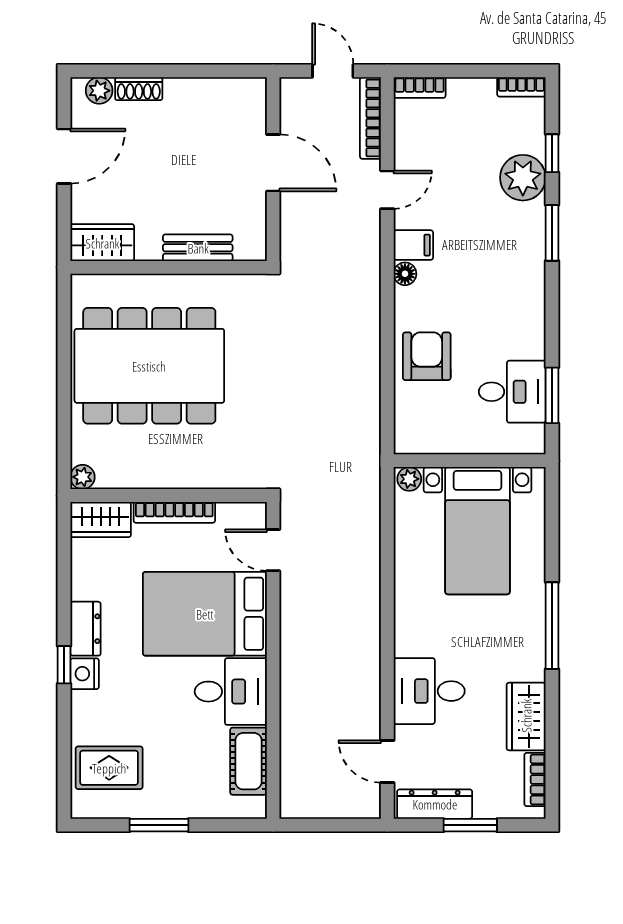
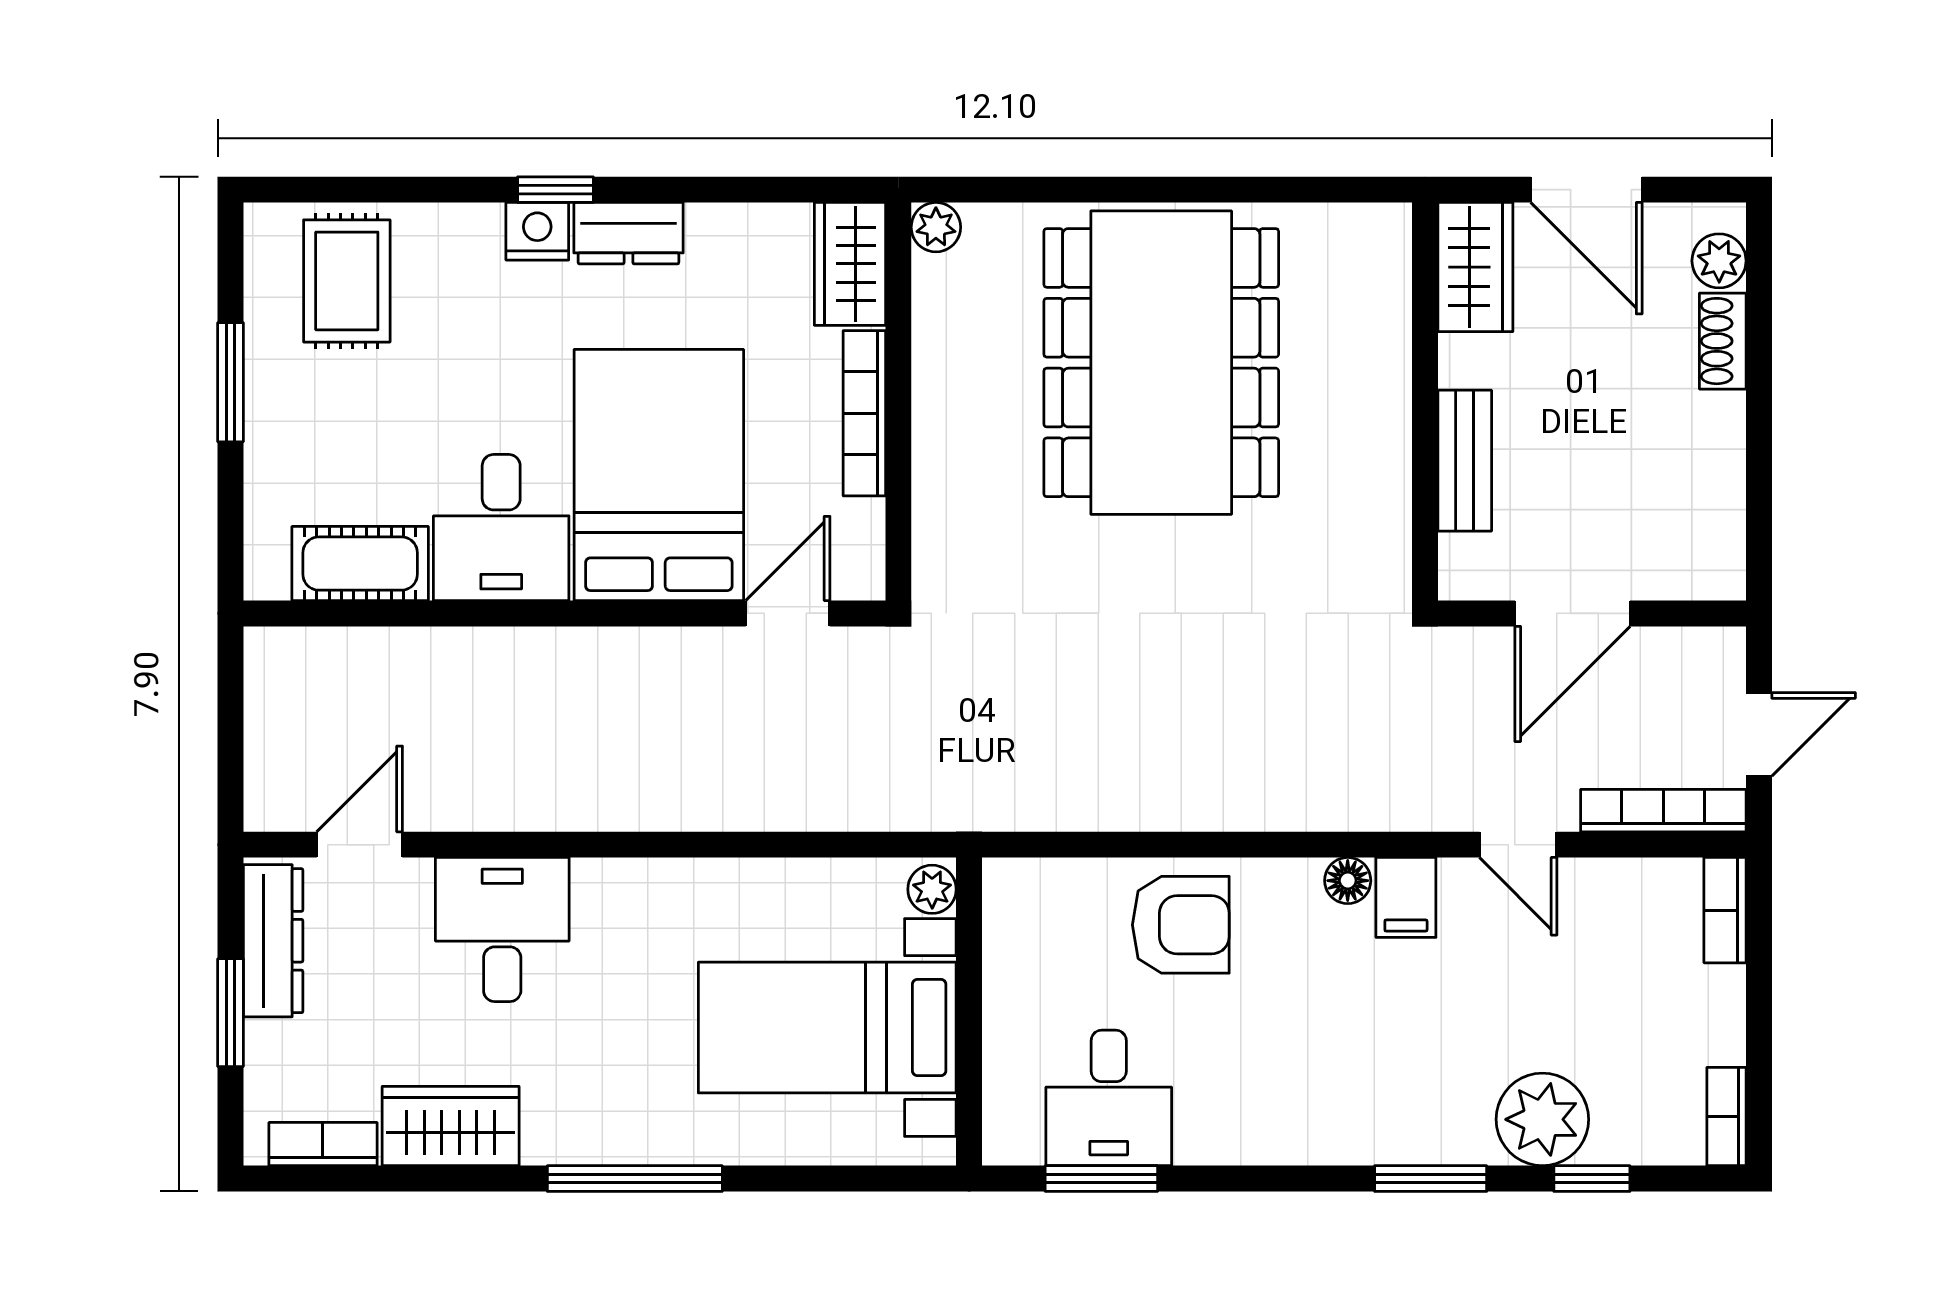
wardrobe: (102, 243) -> (1475, 267), moved
bench: (198, 248) -> (1465, 461), moved
wall: (169, 267) -> (1425, 402), moved

